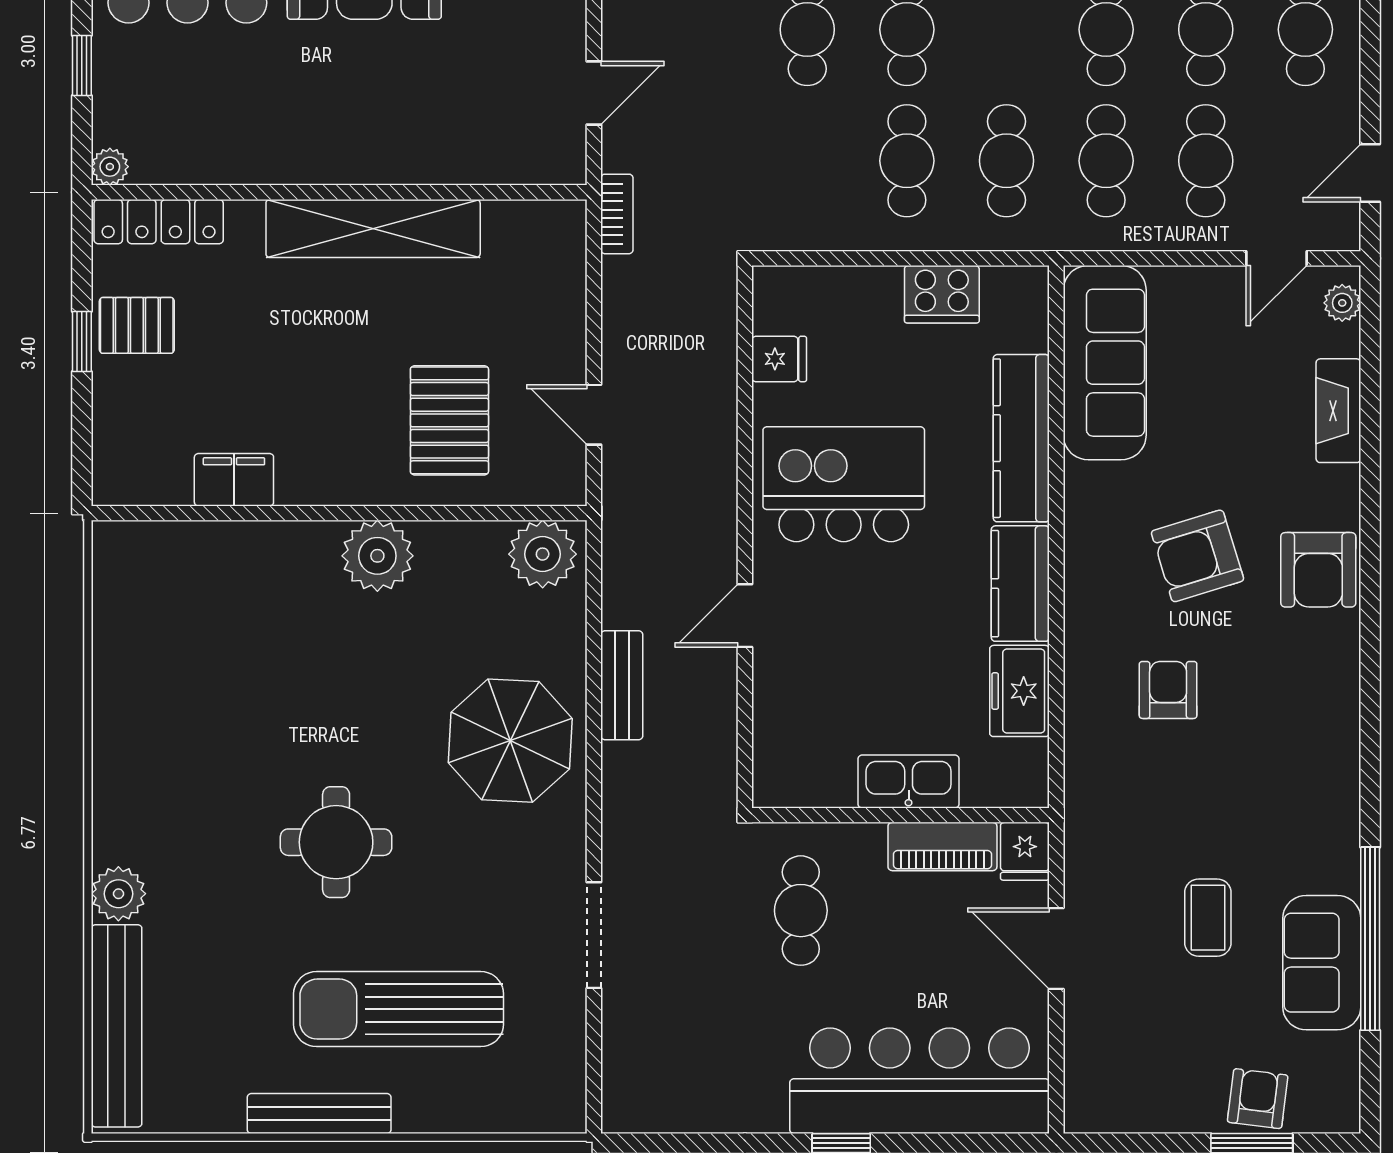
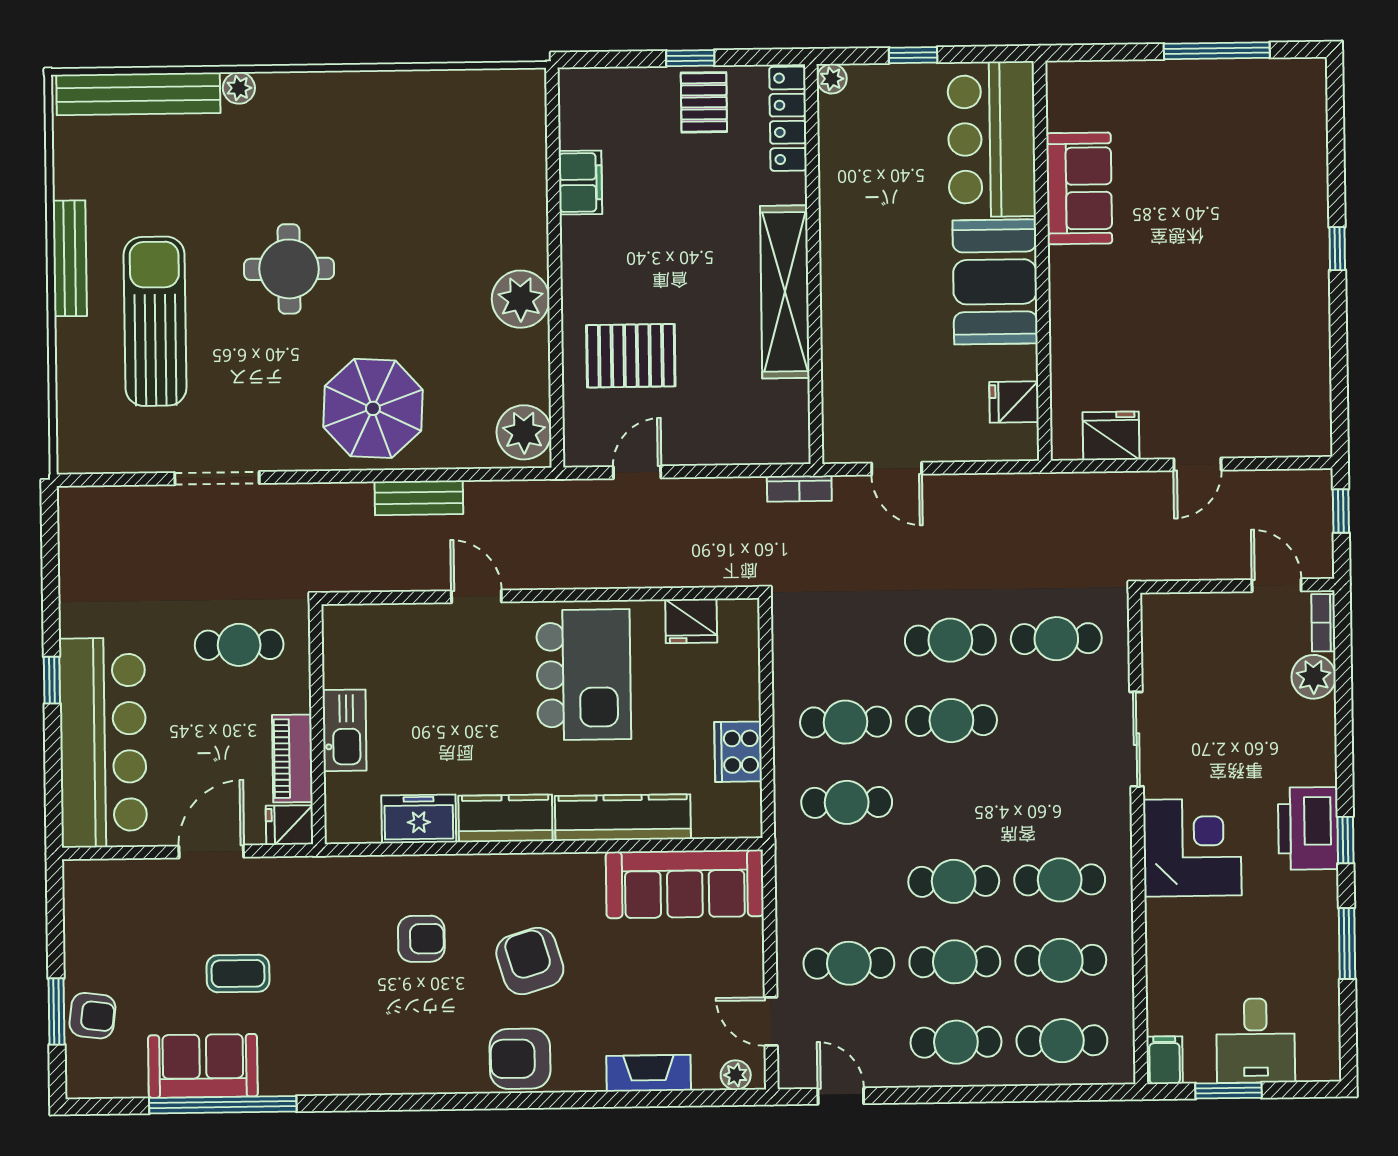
cafe table: (1106, 161) -> (848, 883), removed
fridge: (779, 359) -> (691, 621), width x1.38
plant: (118, 894) -> (239, 88), width x0.73, depth x0.73

